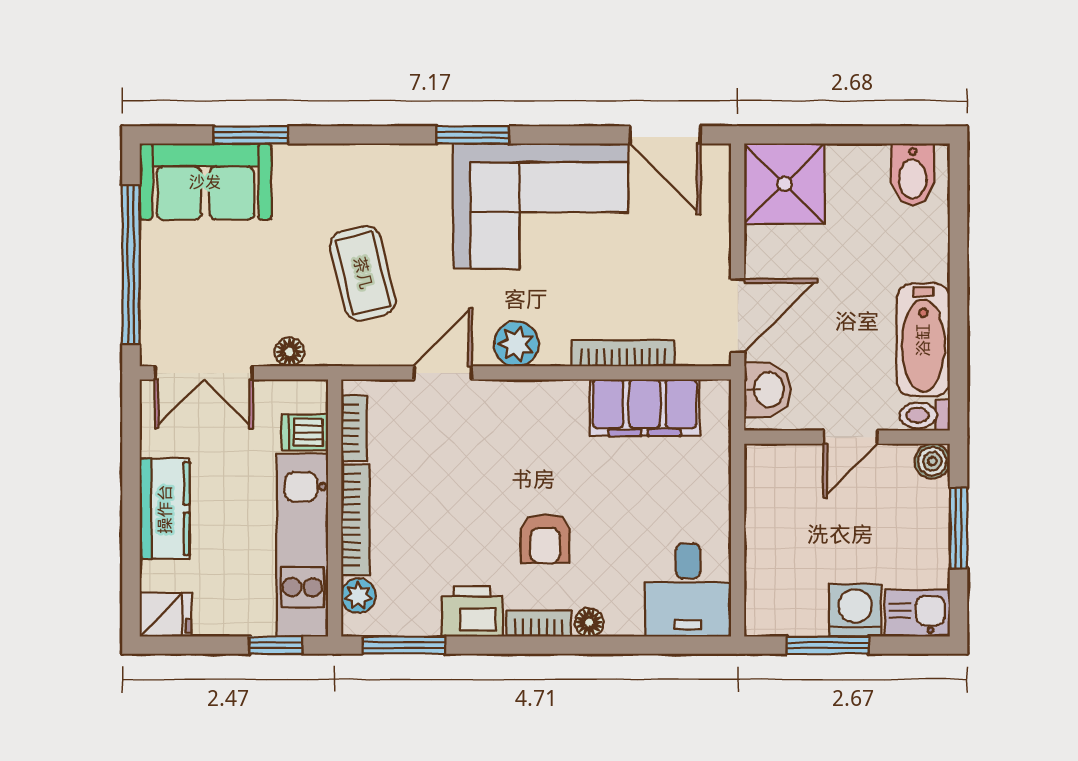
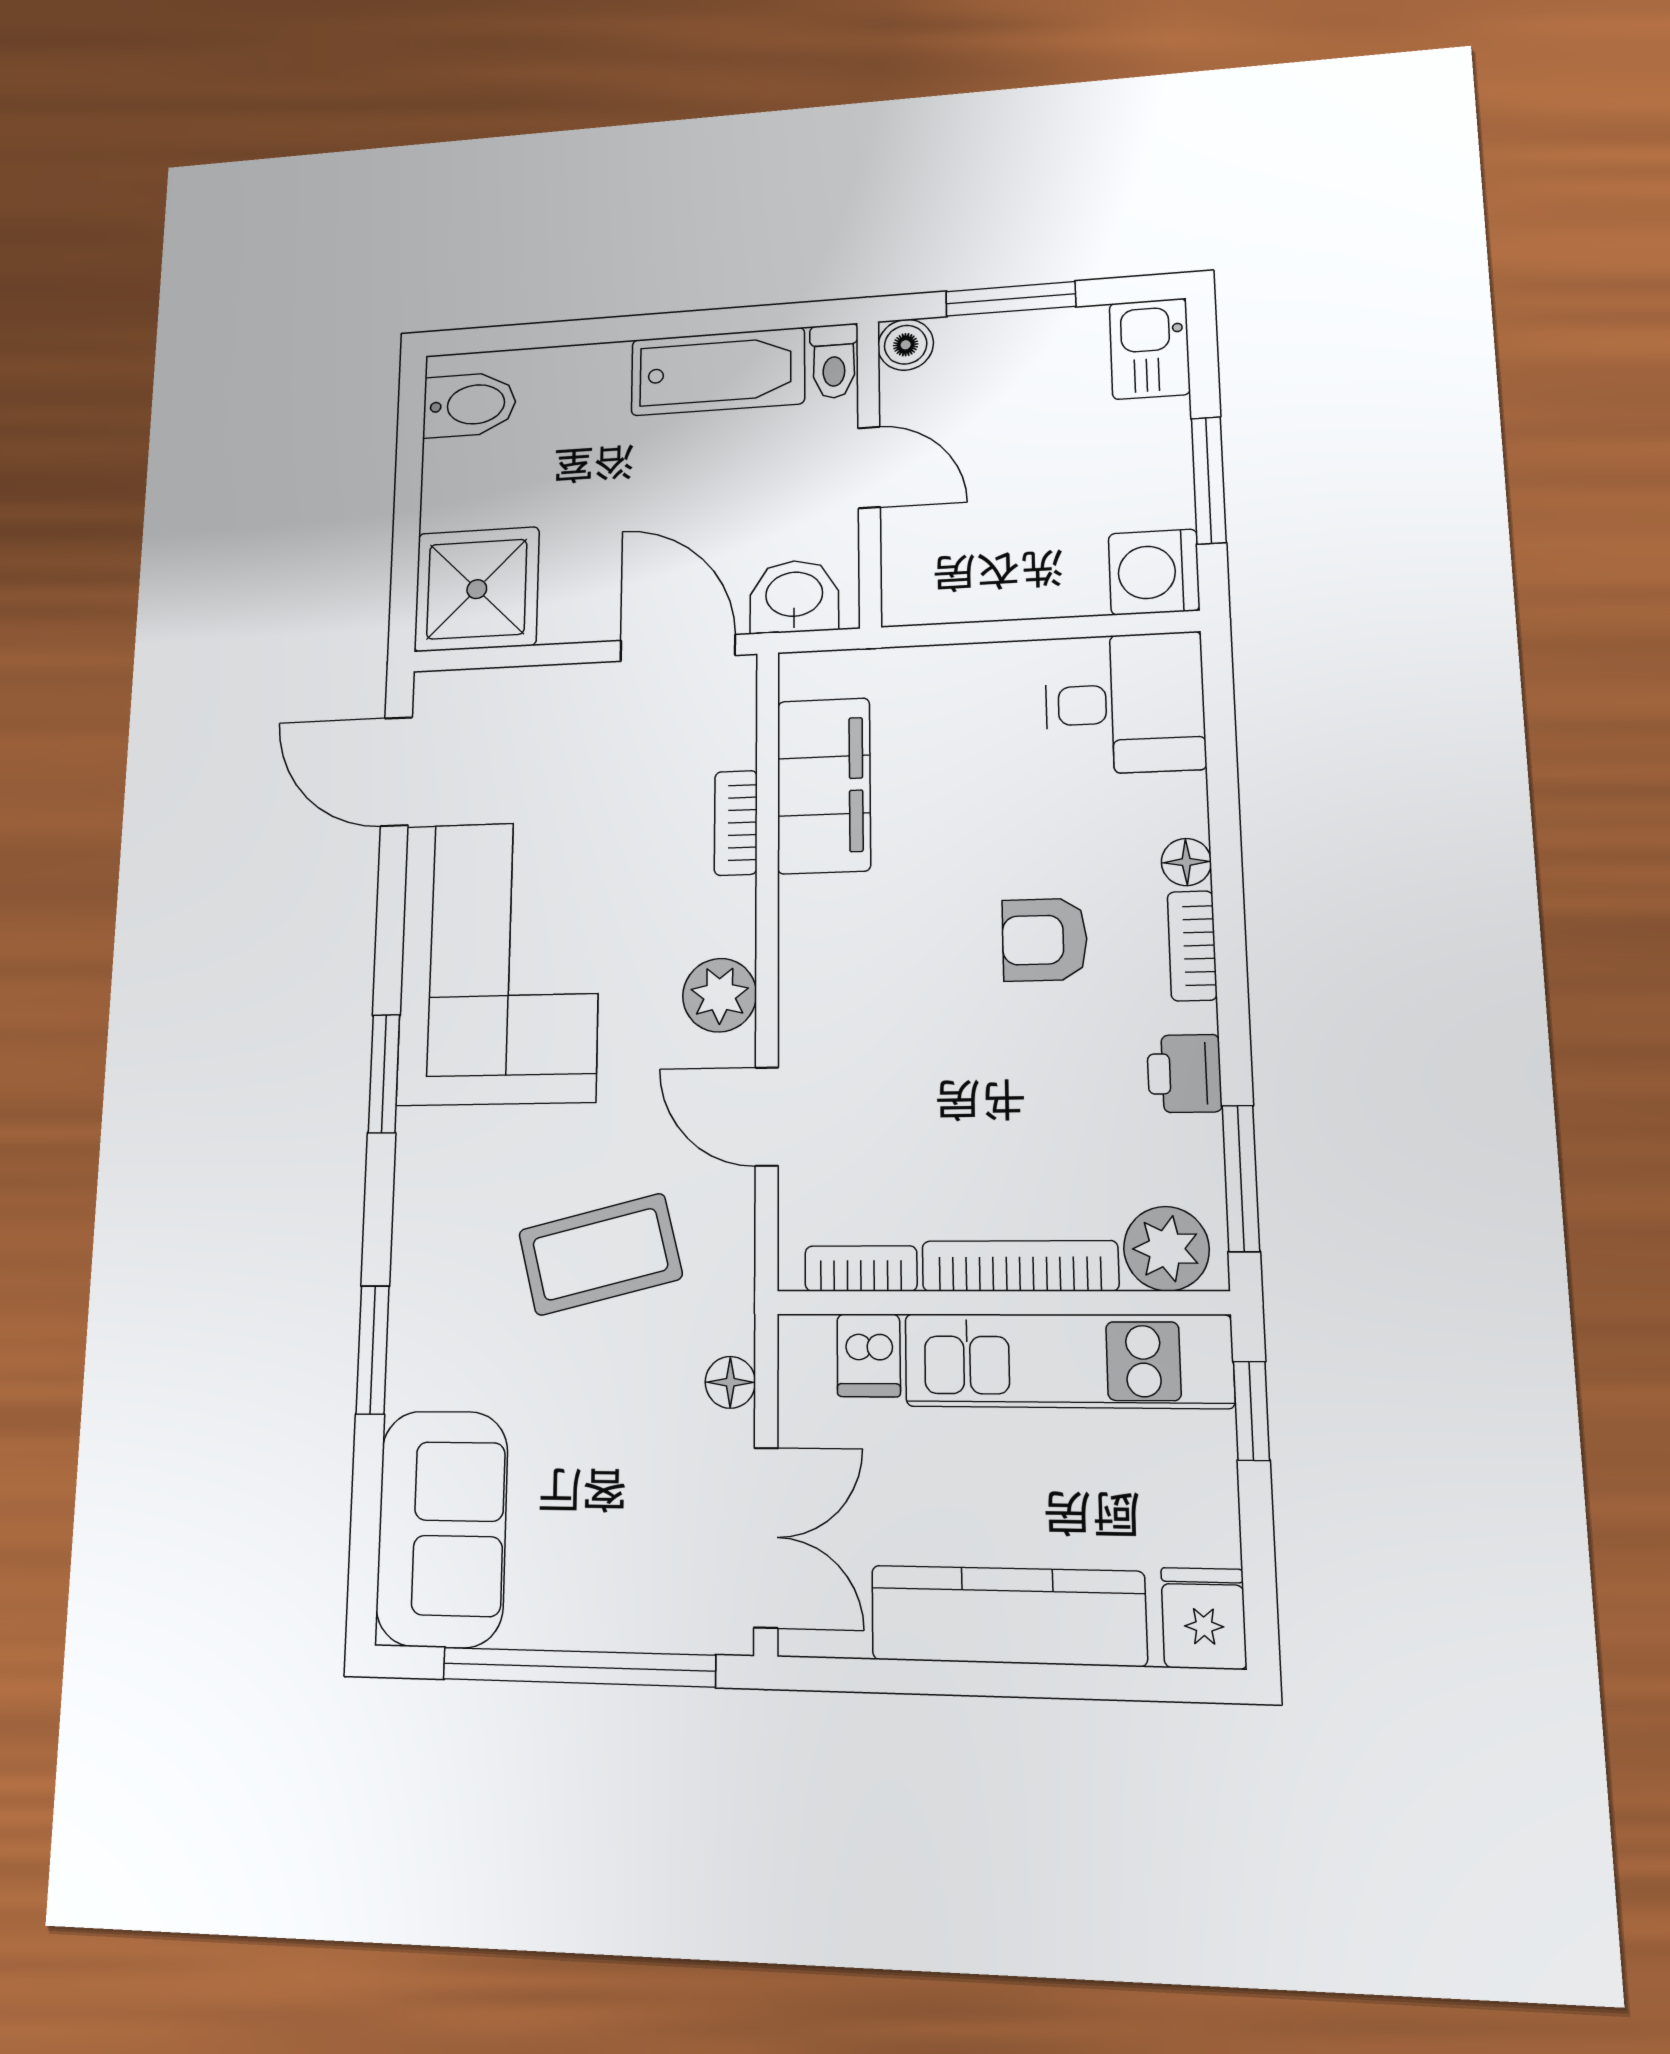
window: (251, 135) -> (373, 1350), moved
door: (665, 135) -> (396, 772), swing flipped
bookcase: (623, 353) -> (736, 823), width x0.64
kitchen counter: (165, 509) -> (1008, 1616), width x1.50
armchair: (545, 539) -> (1045, 940), turned 180
plant: (358, 596) -> (1166, 1249), width x1.38, depth x1.38
washing machine: (855, 610) -> (1154, 572), moved
printer: (472, 611) -> (1184, 1073), width x0.73, depth x0.81

